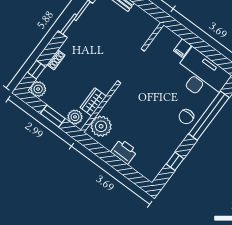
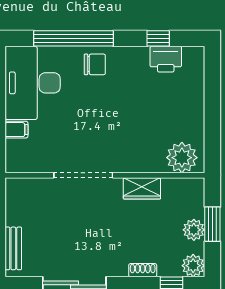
wardrobe: (93, 102) -> (142, 188), moved
plant: (75, 117) -> (194, 230), moved
printer: (124, 152) -> (166, 59), moved, turned -90

